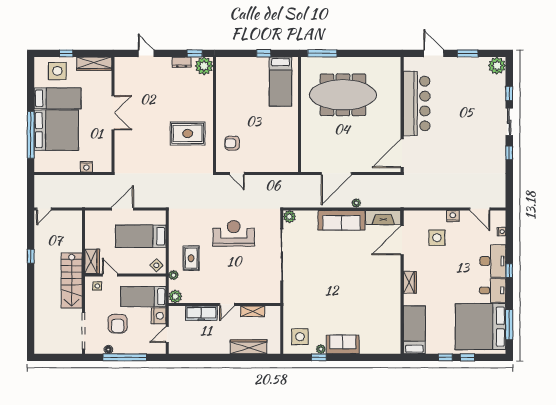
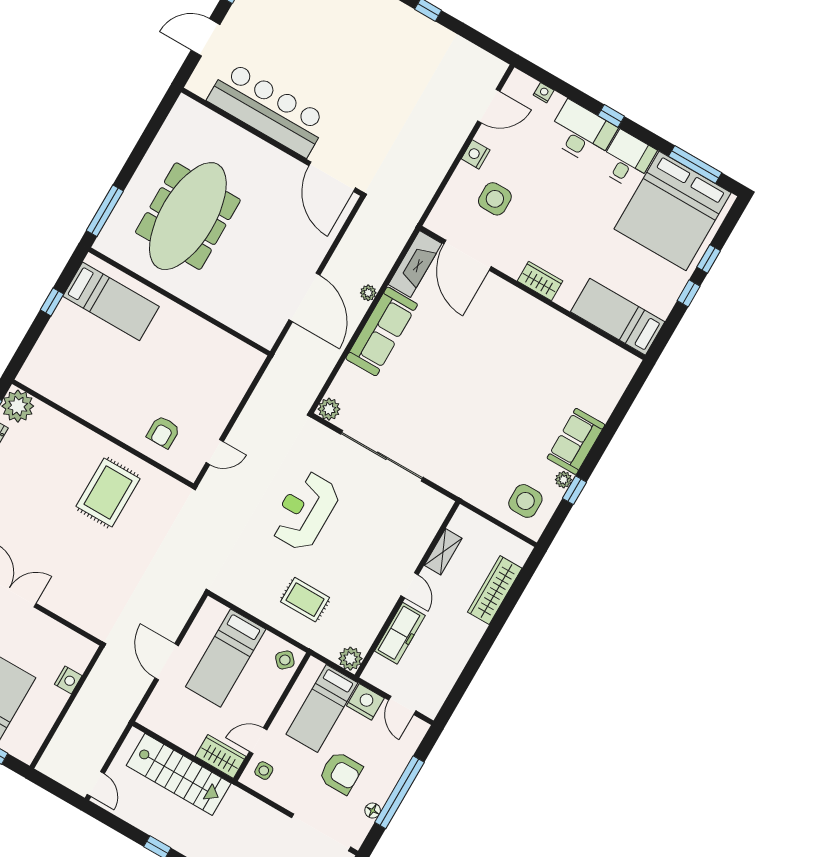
plant: (174, 275) -> (316, 642), removed
stairs: (72, 280) -> (179, 774), moved

